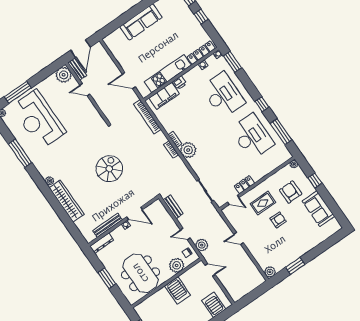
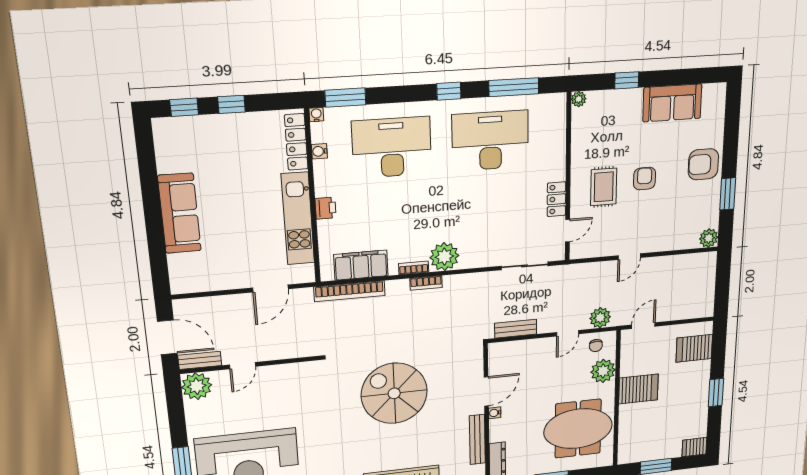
filing cabinet: (164, 96) -> (361, 265), moved, turned -90
spiral stairs: (109, 169) -> (394, 393), width x1.37, depth x1.37
armchair: (291, 192) -> (703, 164), moved

